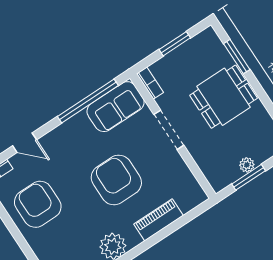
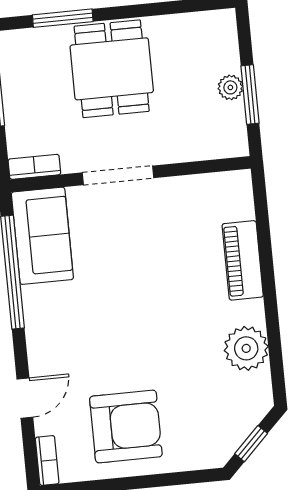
armchair: (116, 180) -> (151, 292), removed
armchair: (38, 204) -> (126, 426), turned 180

